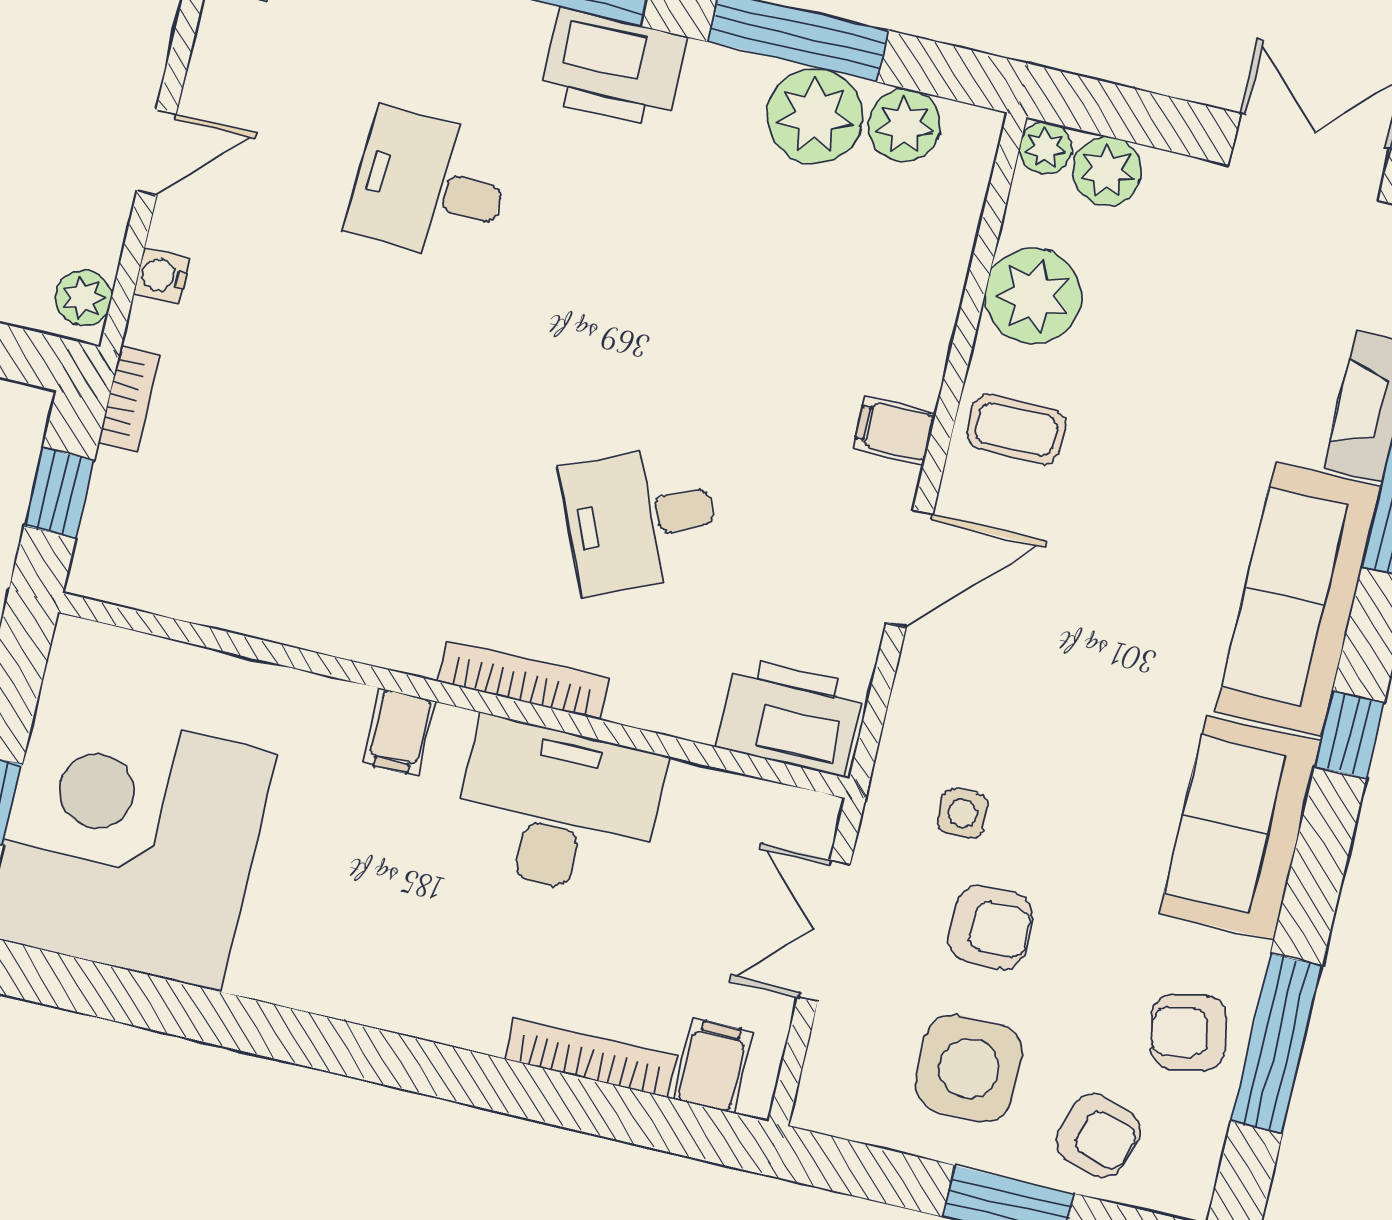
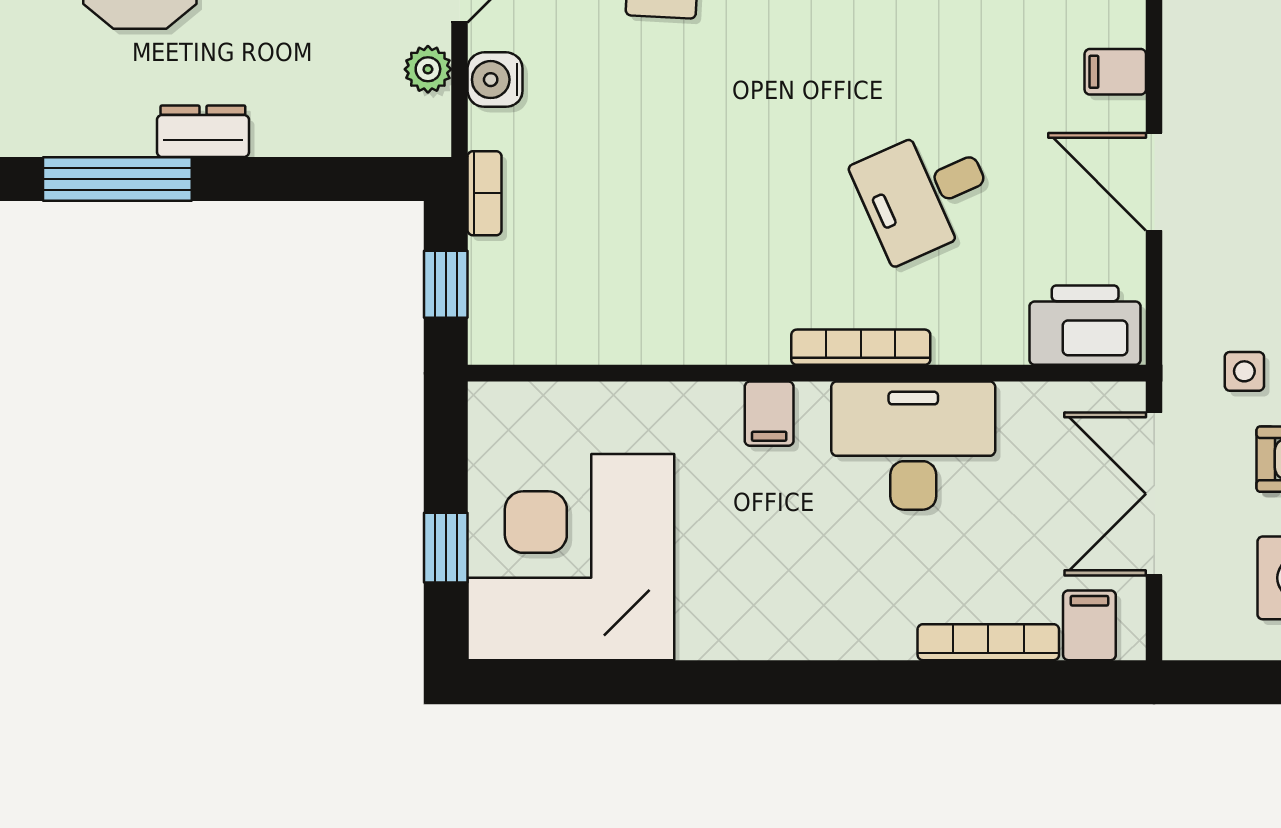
water cooler: (162, 276) -> (495, 80), width x1.38, depth x1.38
plant: (83, 298) -> (428, 69), moved
coffee table: (1016, 429) -> (1214, 48), removed
door: (909, 569) -> (1154, 182), swing flipped
double door: (824, 931) -> (1154, 494), width x1.37

